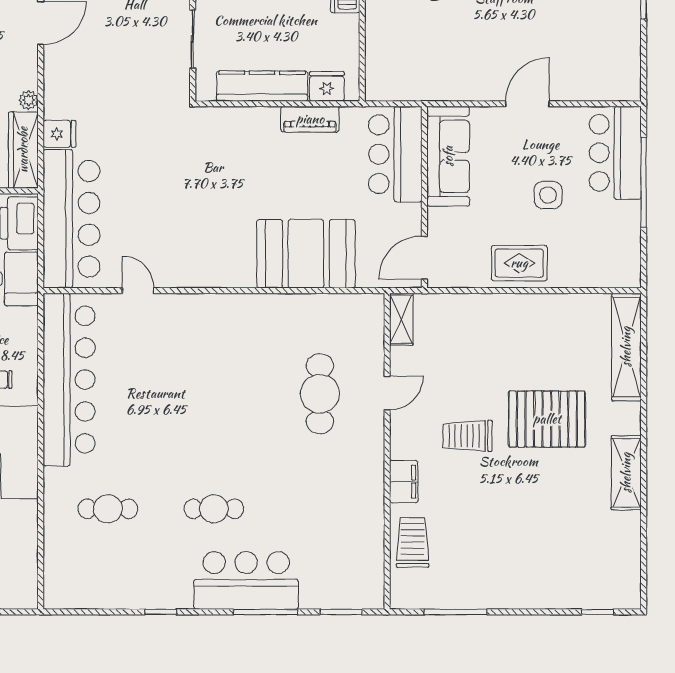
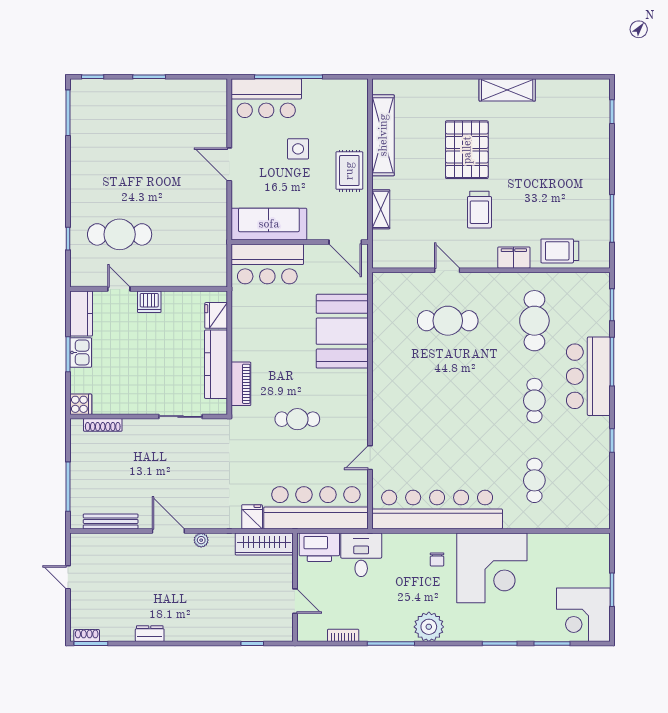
plant: (29, 100) -> (201, 540), moved
piano: (310, 119) -> (241, 384), moved
cafe table: (189, 194) -> (297, 419), added
shelving: (401, 319) -> (381, 209), moved, turned 90
shelving: (626, 347) -> (383, 135), moved, turned 90
cafe table: (320, 509) -> (534, 321), added

